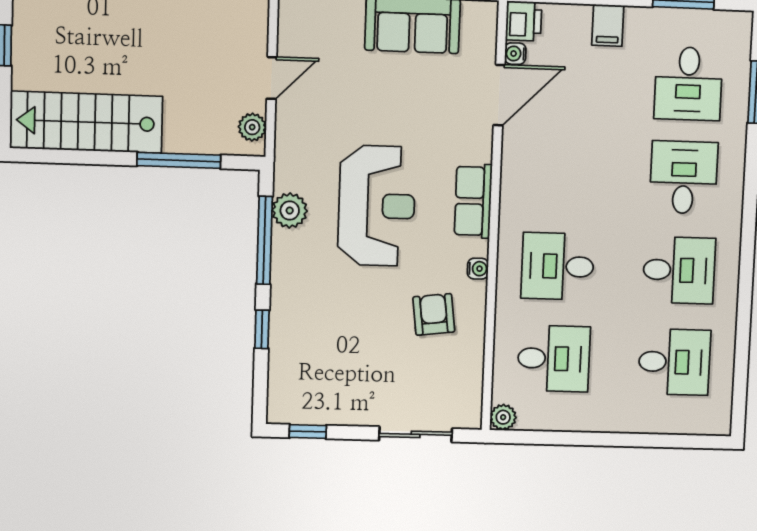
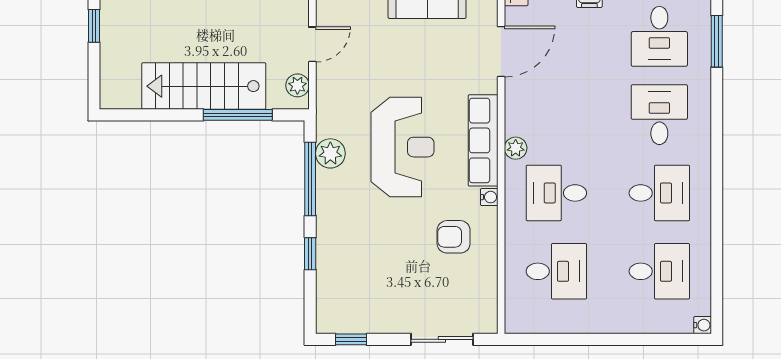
water cooler: (515, 54) -> (703, 325), moved, turned 180
stairs: (86, 122) -> (204, 86), moved
row of seats: (473, 201) -> (483, 140), width x1.48
armchair: (434, 314) -> (454, 237), turned -83
plant: (503, 417) -> (516, 148), moved

